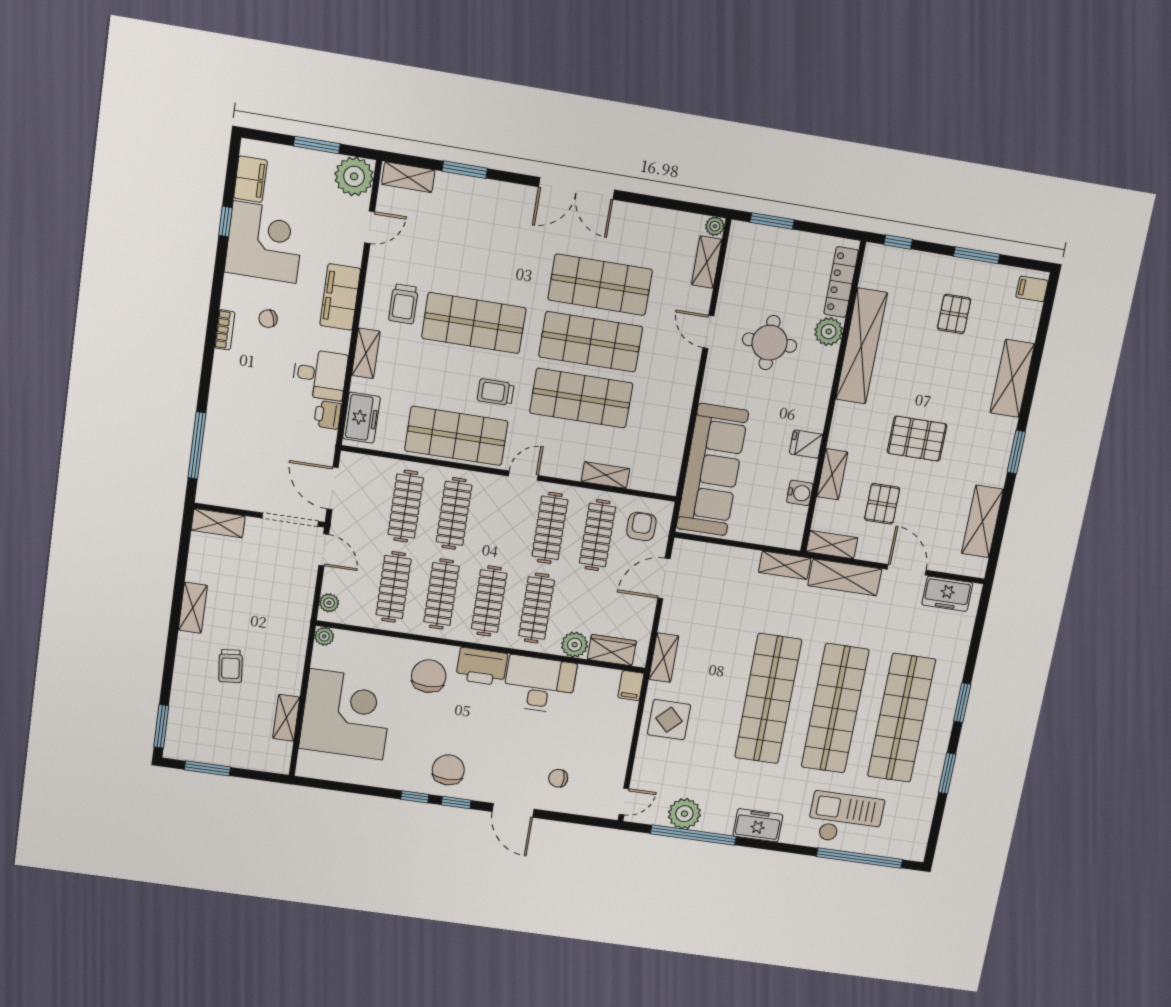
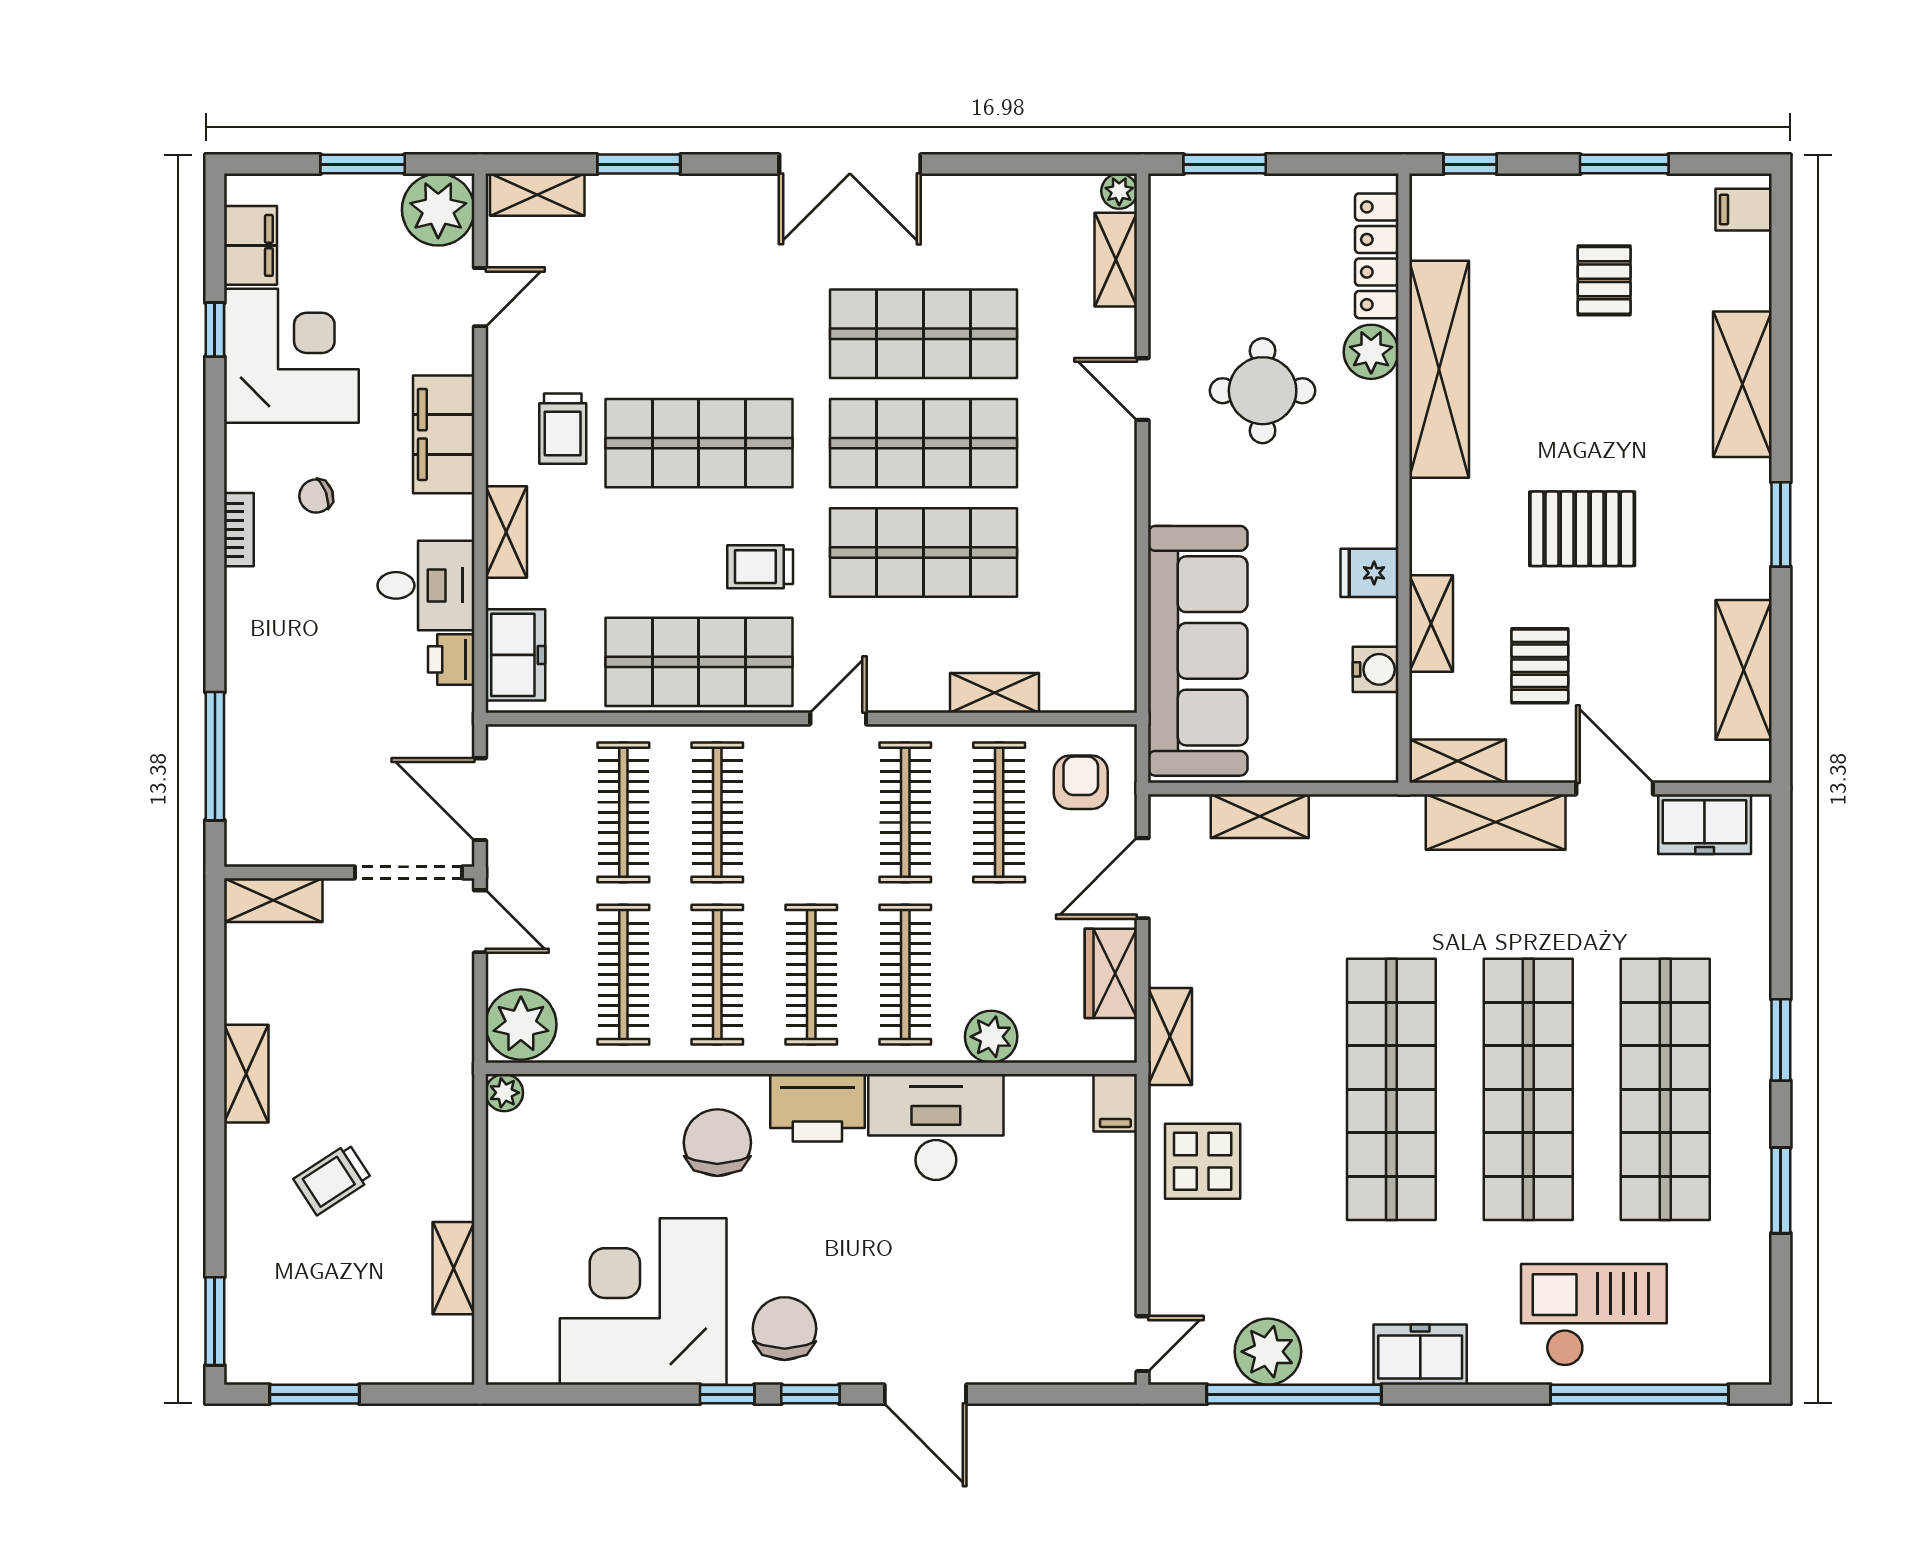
shelving: (785, 565) -> (1260, 816), moved
plant: (329, 603) -> (521, 1025), width x1.87, depth x1.87
wardrobe: (612, 650) -> (1111, 973), moved, turned -90
trolley: (231, 666) -> (333, 1179), turned 63
corner desk: (346, 714) -> (643, 1301), moved, turned -90
chair: (558, 778) -> (1004, 1314), removed

